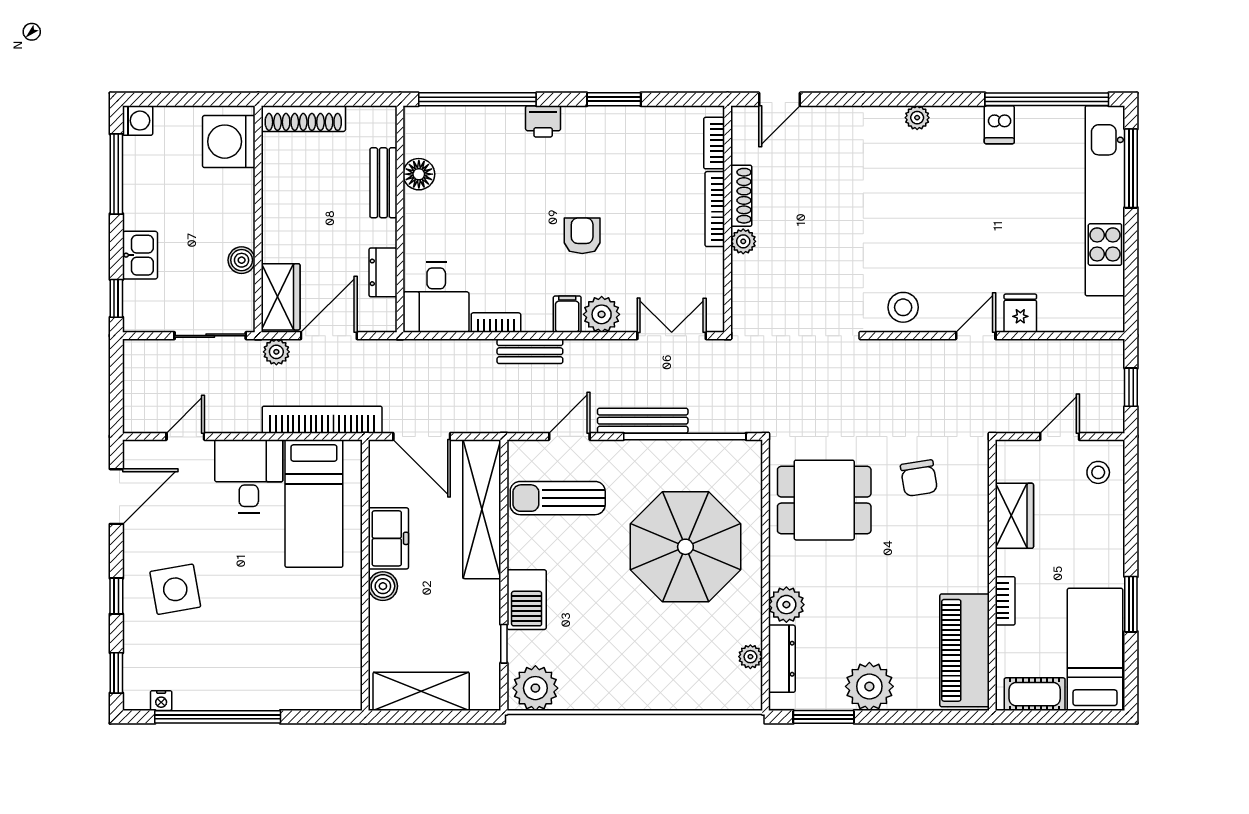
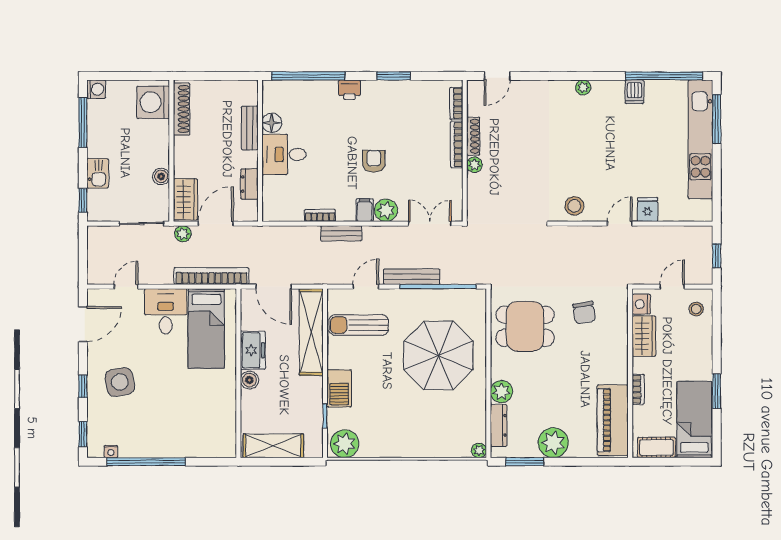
shoe rack: (303, 119) -> (182, 109), moved, turned -90
desk: (436, 297) -> (284, 154), moved, turned 90
nightstand: (1010, 465) -> (641, 304), added
plant: (750, 657) -> (479, 450), moved

